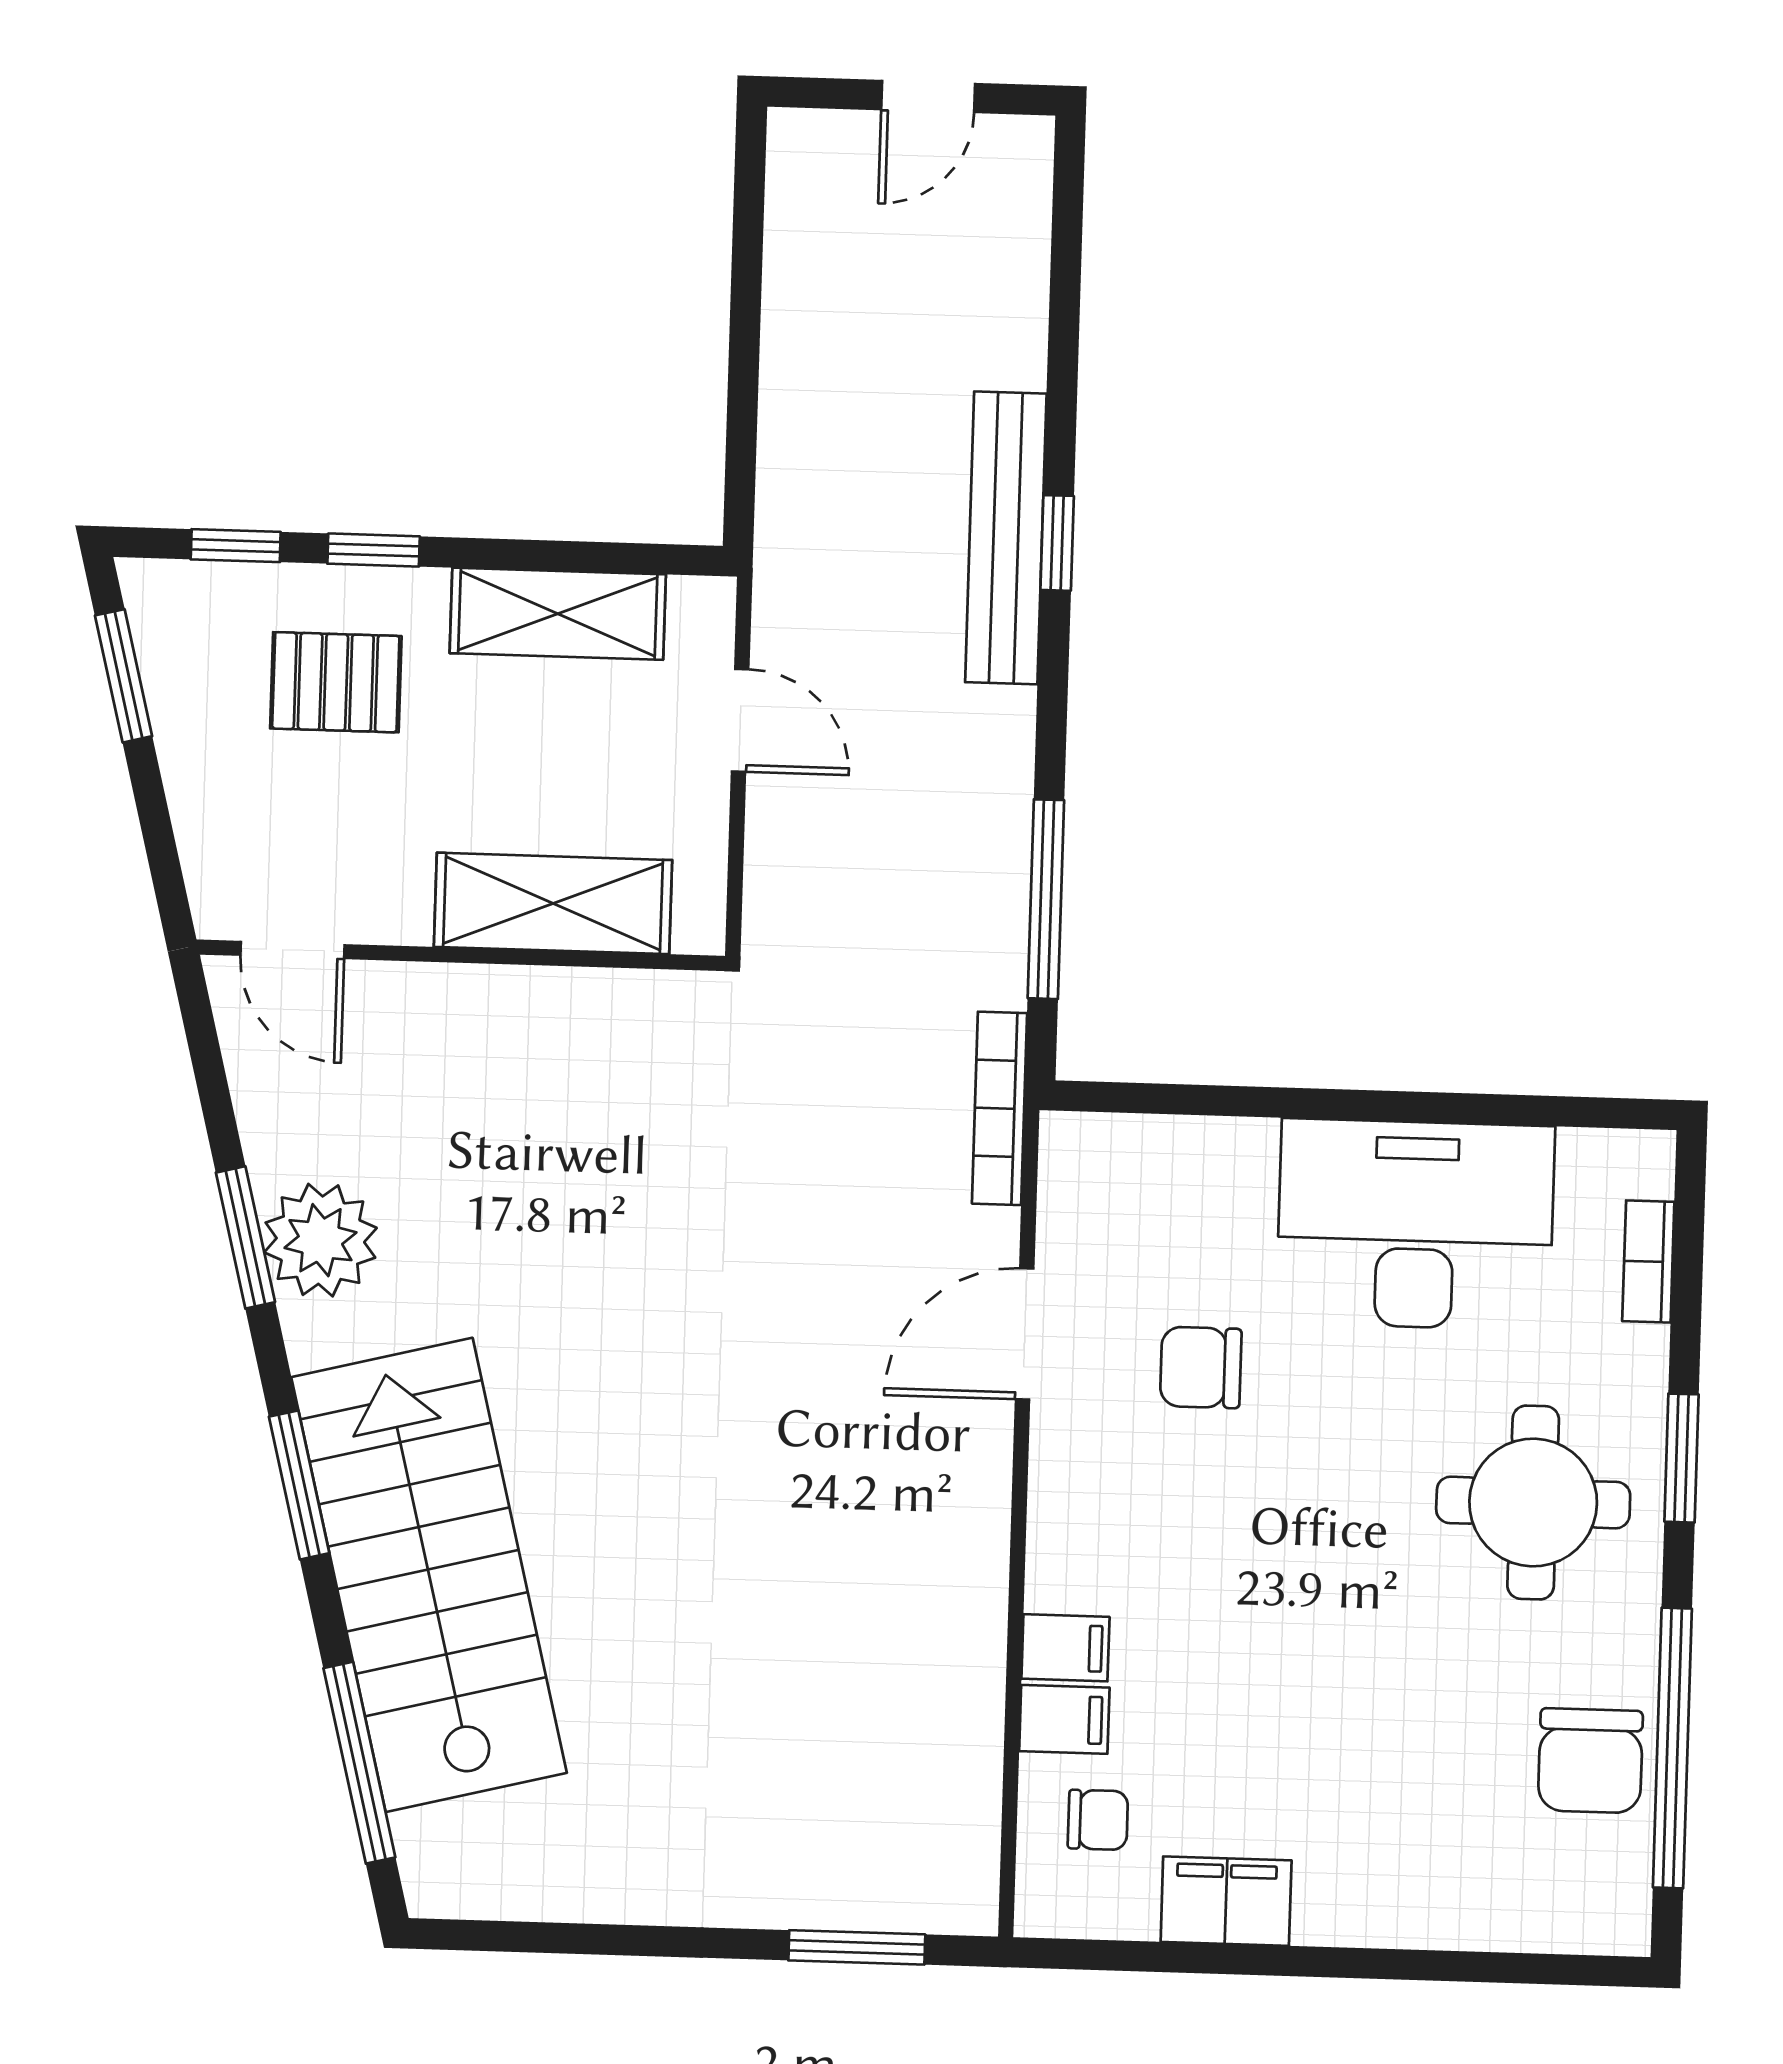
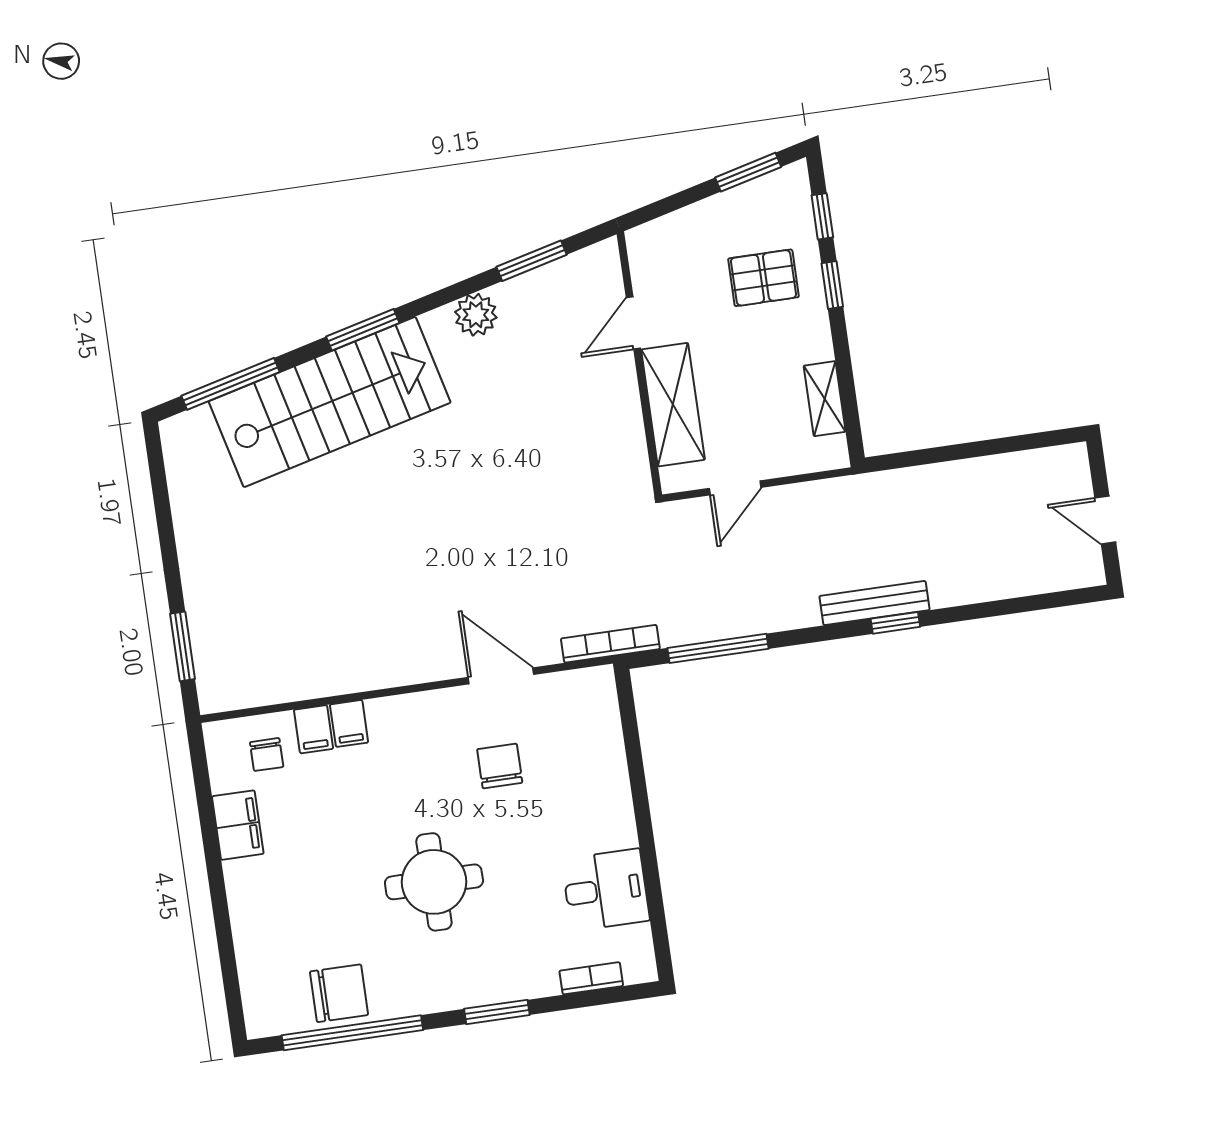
bench: (1006, 538) -> (874, 603), width x0.73, depth x0.82
shelving: (558, 614) -> (825, 399), width x0.67, depth x0.75
pallet: (336, 682) -> (763, 278), turned 90
door: (740, 720) -> (735, 488), moved
door: (292, 950) -> (633, 323), moved
desk: (1415, 1224) -> (606, 890), width x0.53, depth x0.77
window: (245, 1237) -> (532, 261), moved
plant: (320, 1240) -> (476, 315), width x0.73, depth x0.73
round table: (1533, 1503) -> (434, 882), moved
chair: (1590, 1761) -> (339, 993), turned 180

